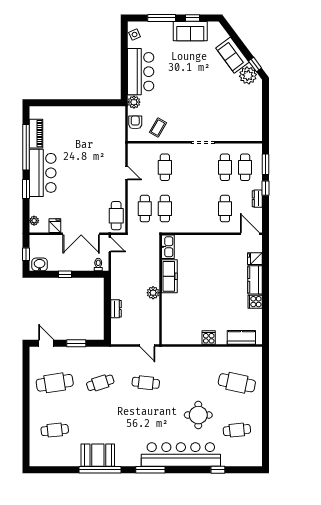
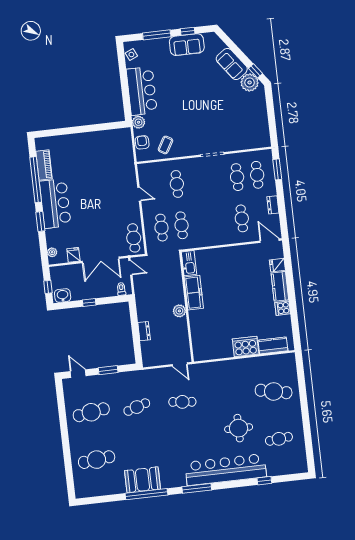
window: (265, 188) -> (280, 193), removed
cooker: (209, 337) -> (246, 347), width x1.87, depth x1.31
cafe table: (55, 430) -> (97, 460), width x1.37, depth x1.35

